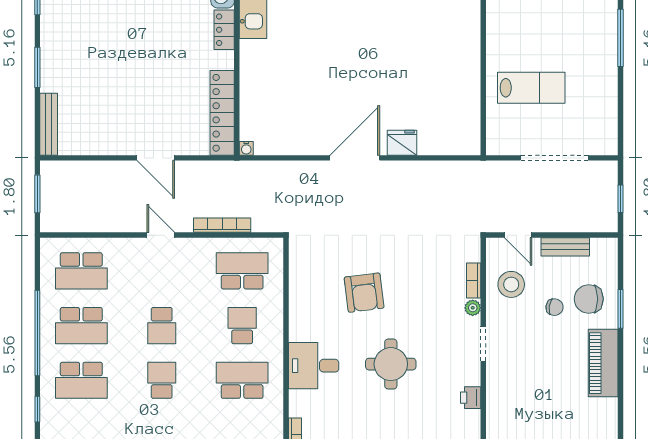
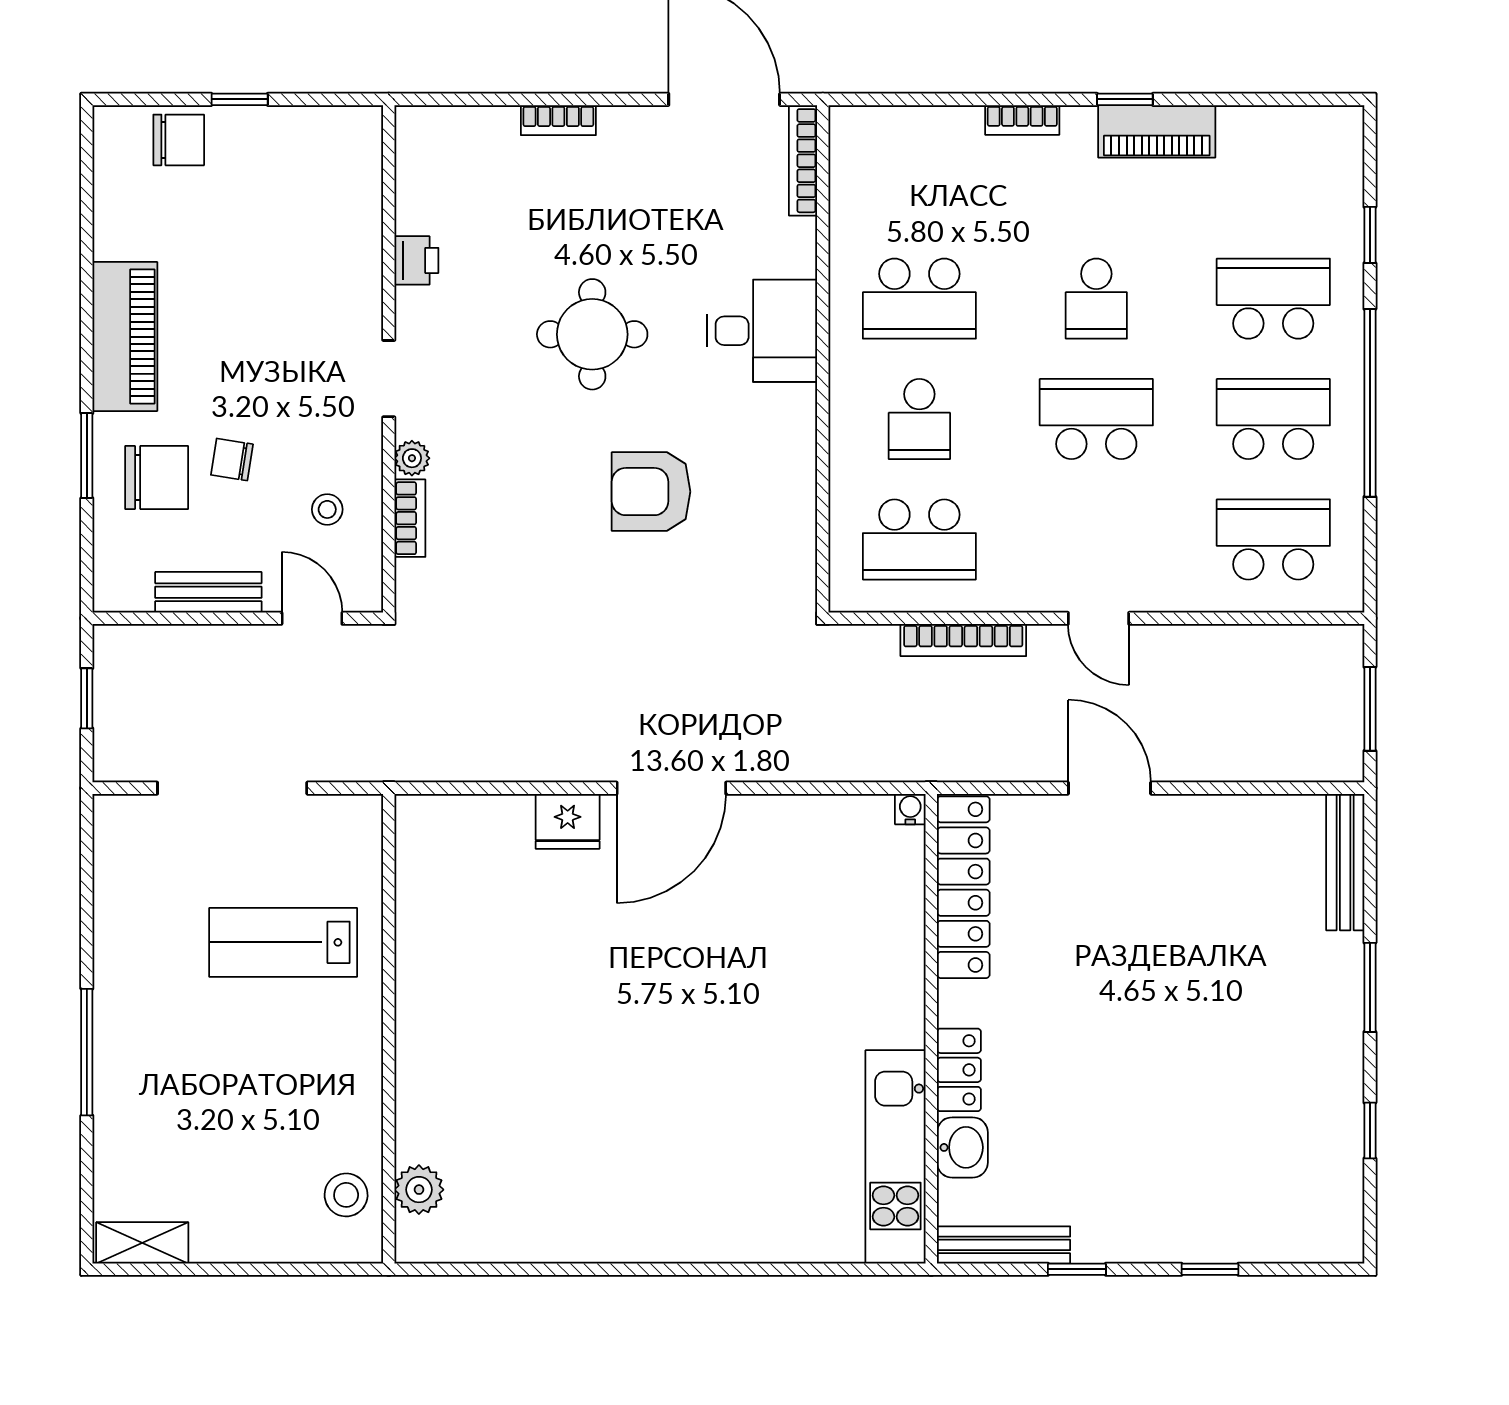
stool: (511, 284) -> (327, 509), width x0.53, depth x0.53
armchair: (364, 293) -> (651, 492), turned -83
school desk: (162, 326) -> (1096, 419), width x1.85

